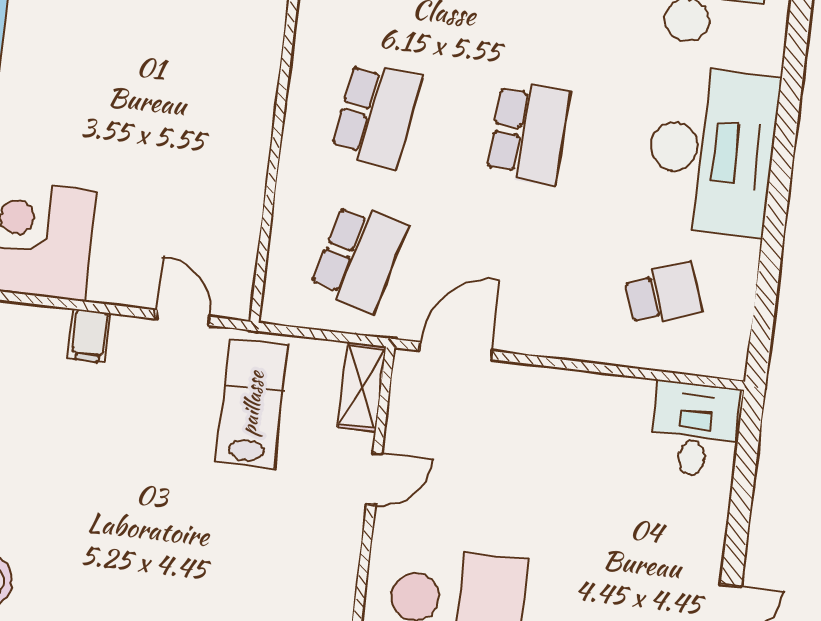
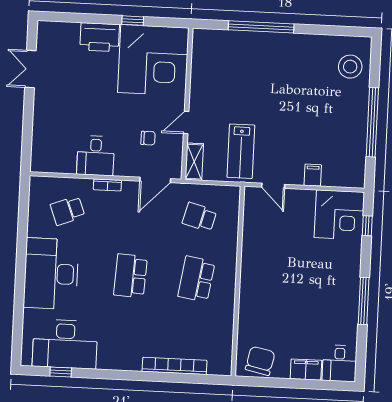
school desk: (359, 257) -> (199, 217), width x0.54
bookcase: (567, 347) -> (107, 185), added
desk: (695, 429) -> (96, 156), moved
chair: (465, 449) -> (148, 138), added

